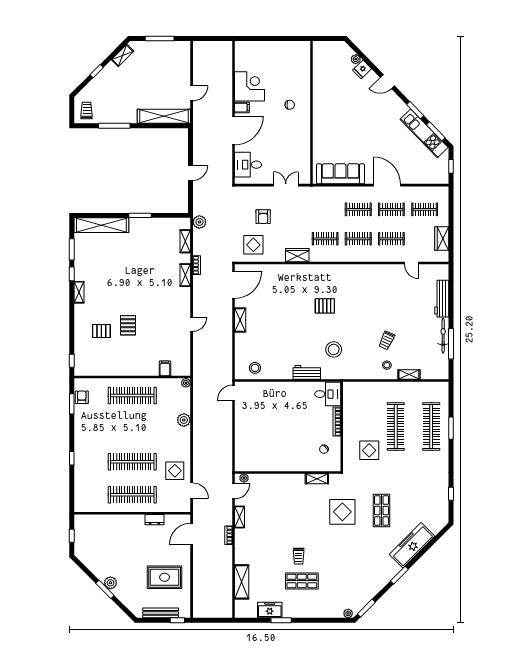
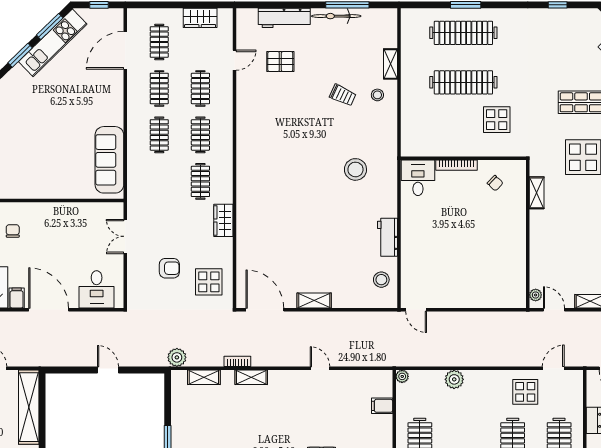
door: (387, 185) -> (125, 50), moved
pallet: (325, 306) -> (280, 62), moved, turned 90
workbench: (307, 372) -> (388, 237), moved

